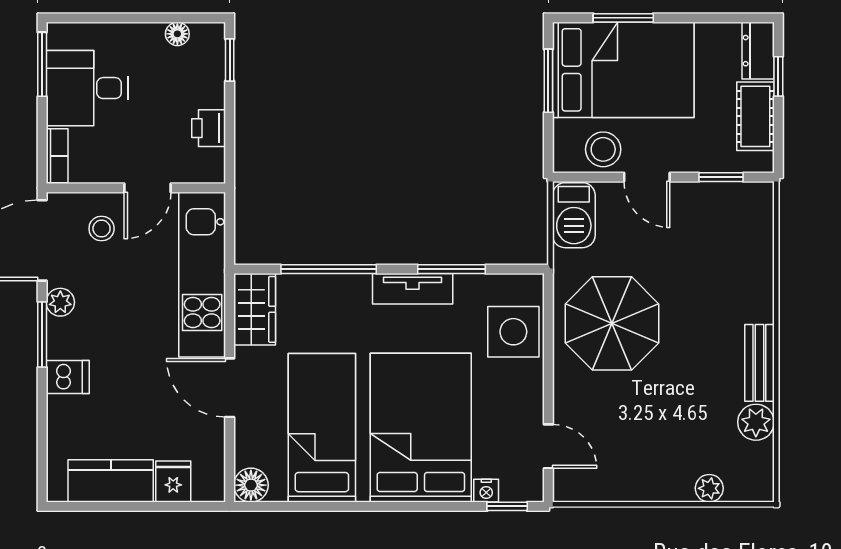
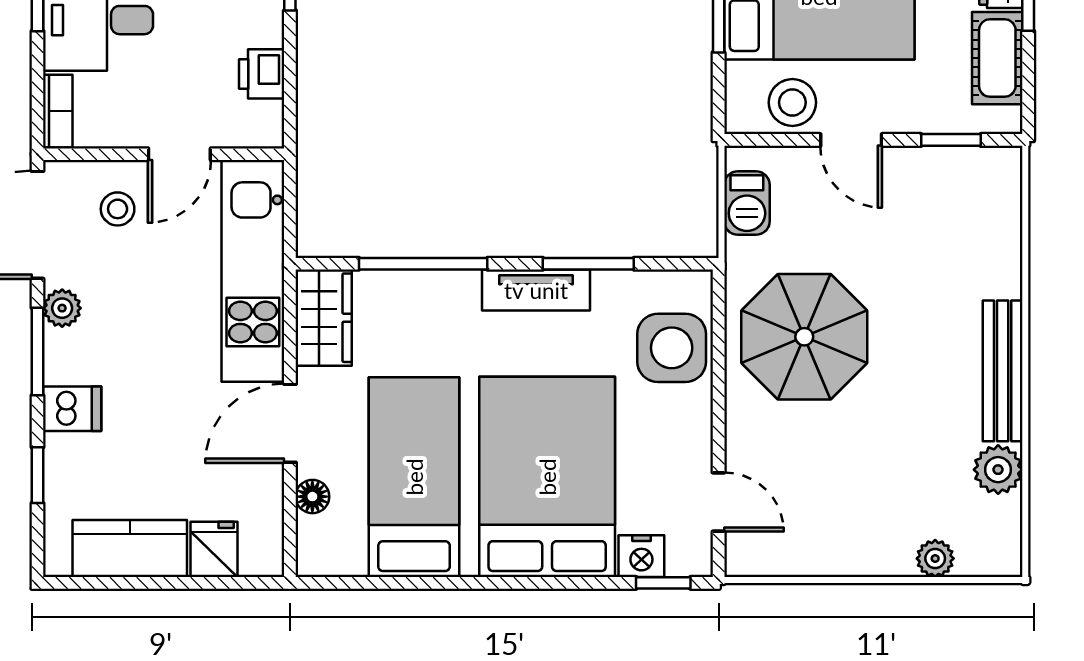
barbecue: (574, 215) -> (747, 203), width x0.73, depth x0.79
bench: (759, 363) -> (1003, 371), width x1.36
door: (230, 388) -> (290, 423), hinge flipped
window: (42, 426) -> (38, 475), added
floor lamp: (251, 485) -> (312, 497), moved, width x0.73, depth x0.73
nightstand: (486, 491) -> (641, 556), width x1.39, depth x1.35

